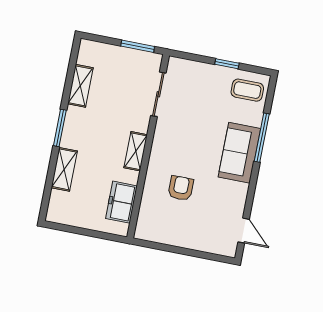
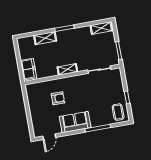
shelving: (80, 86) -> (101, 28), moved
sofa: (239, 153) -> (75, 122), moved
freezer: (121, 202) -> (28, 69), moved, turned 90

